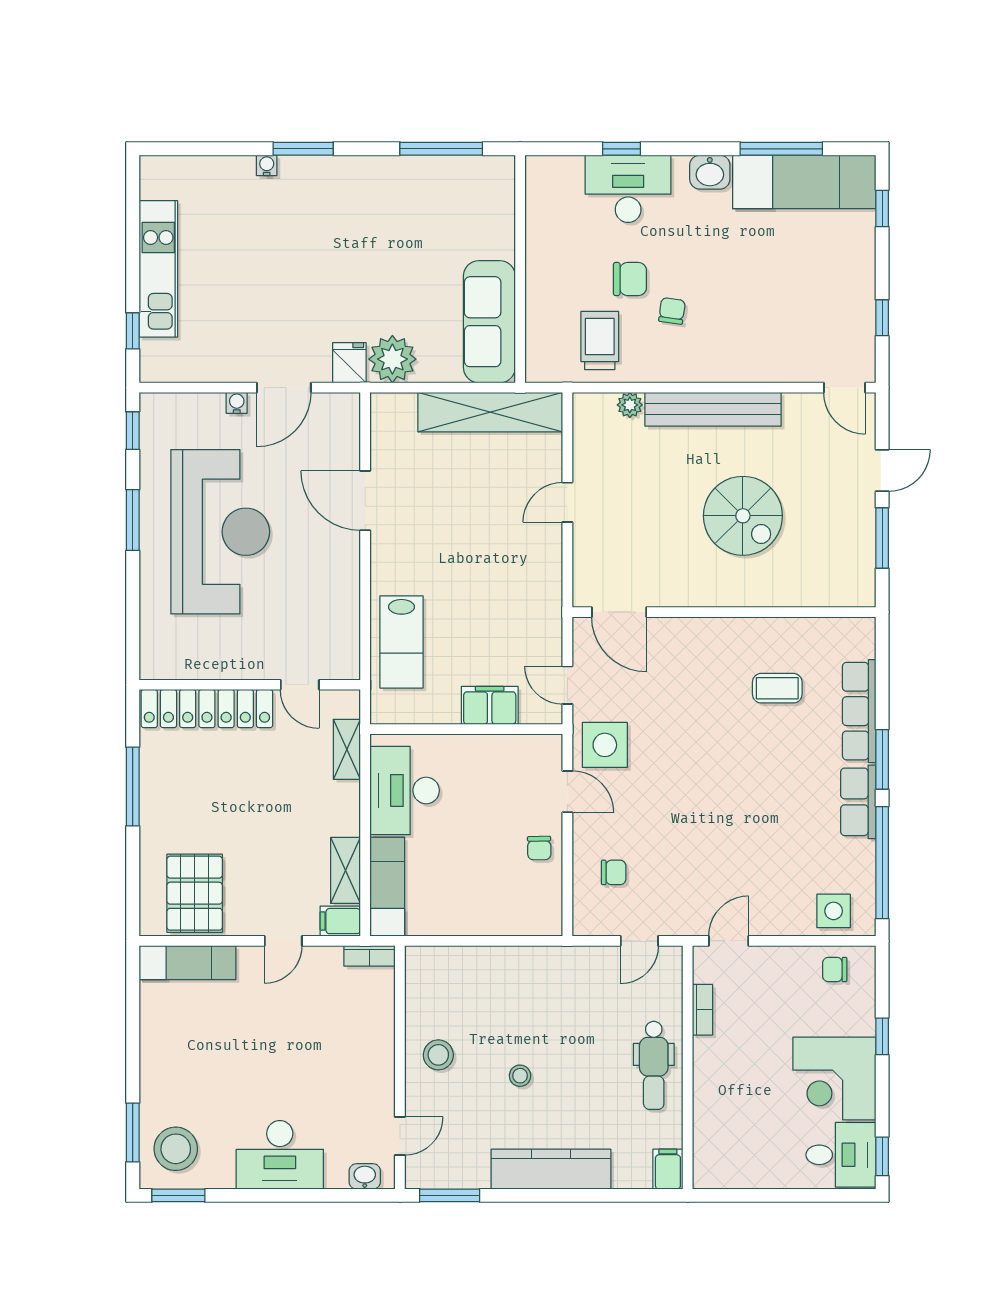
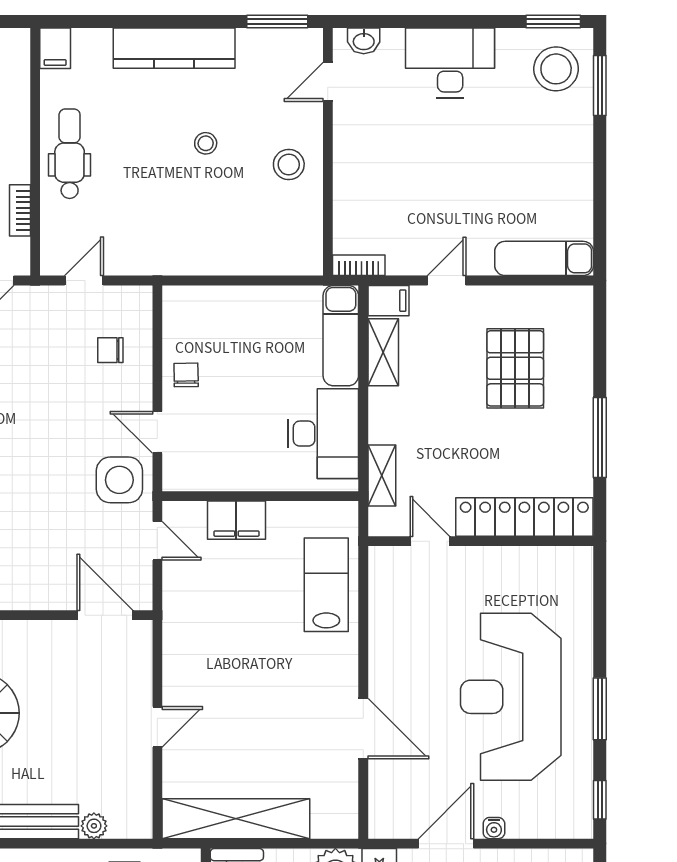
pallet: (195, 893) -> (515, 368), moved

